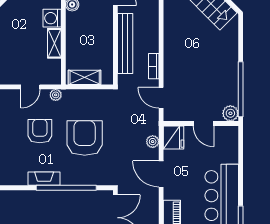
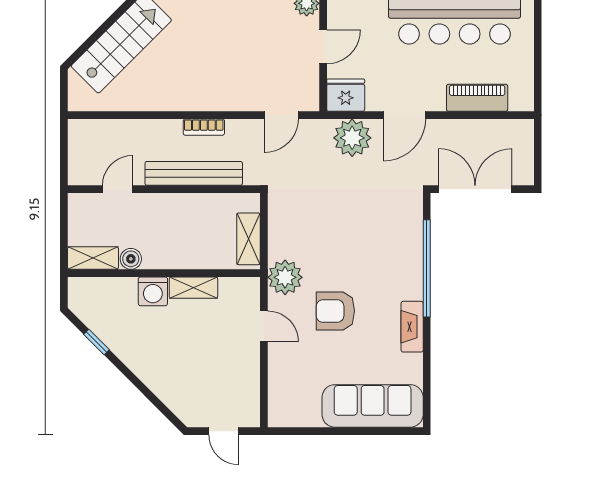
bookcase: (154, 66) -> (204, 127), moved
plant: (56, 95) -> (285, 277), width x1.88, depth x1.88
armchair: (85, 138) -> (346, 239), removed
plant: (153, 142) -> (352, 138), width x1.87, depth x1.87
fireplace: (44, 179) -> (412, 327), moved

